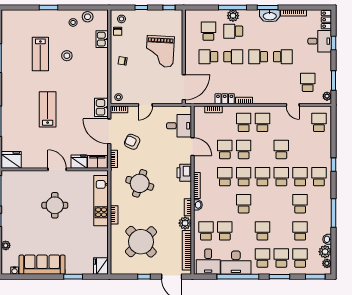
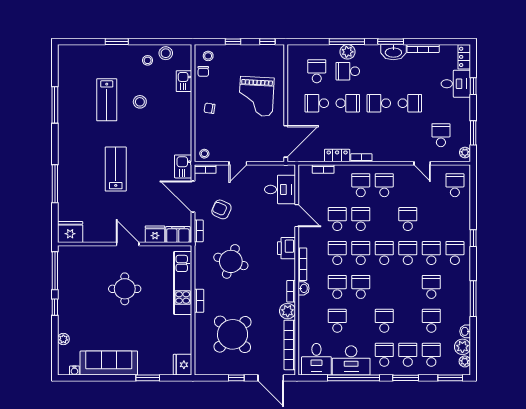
school desk: (206, 231) -> (337, 287), moved

